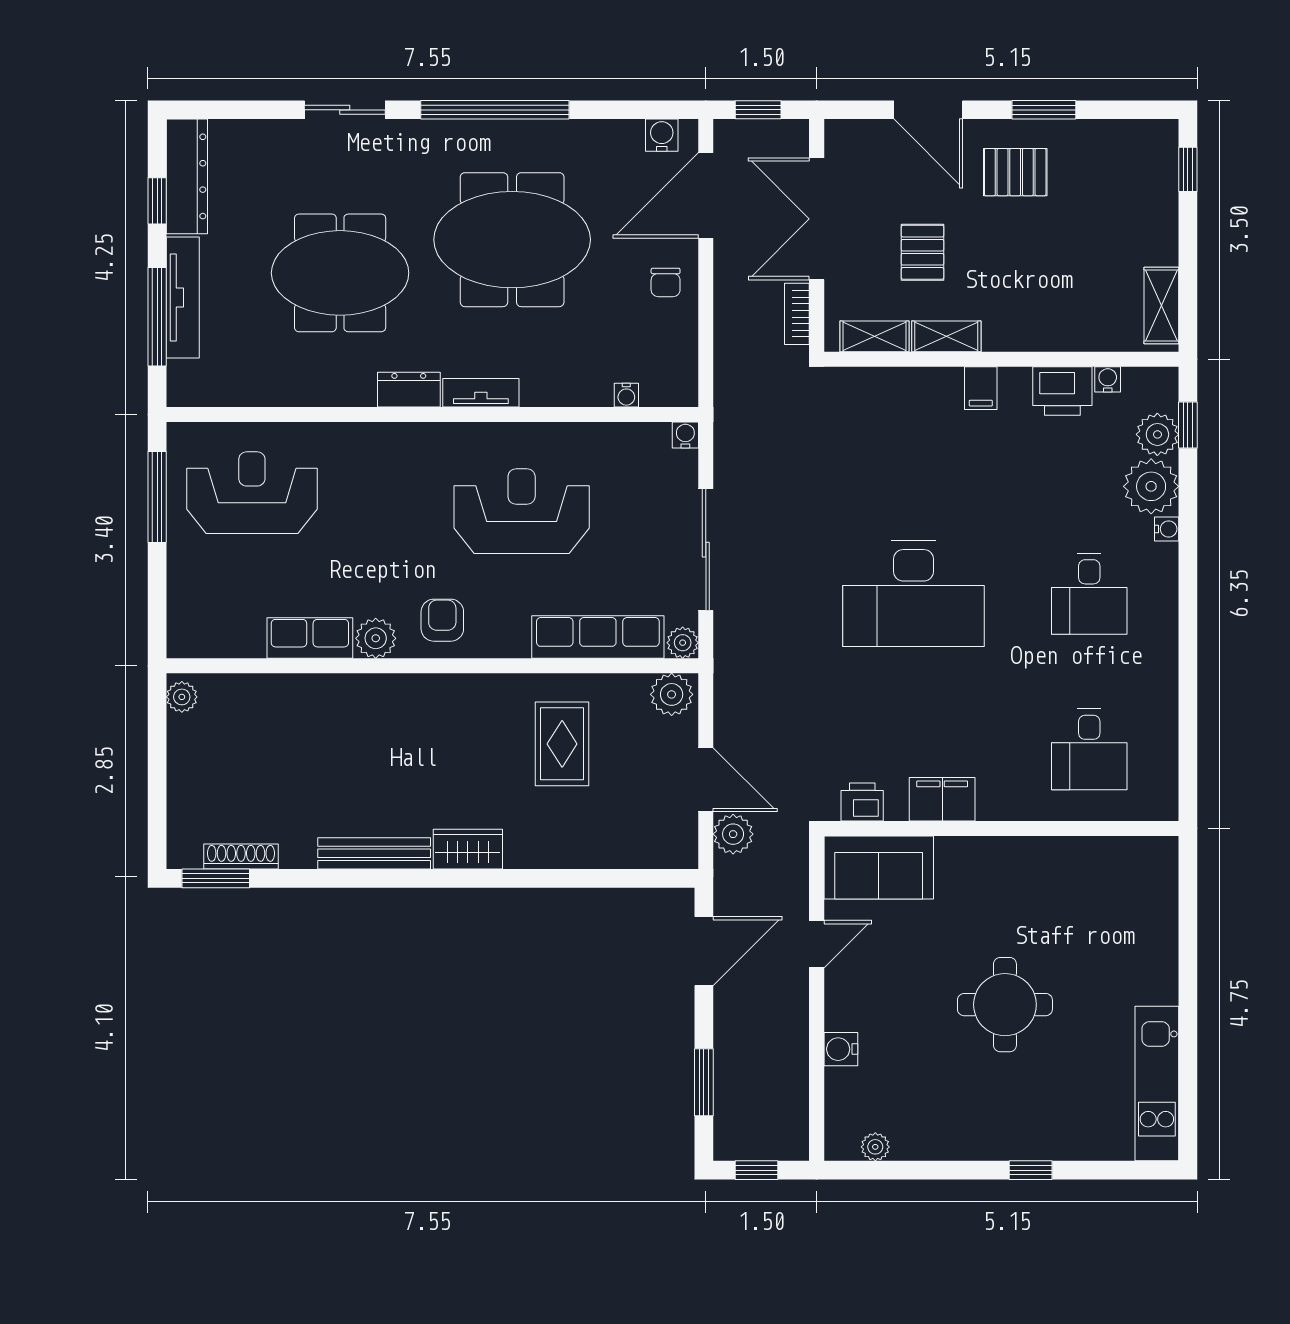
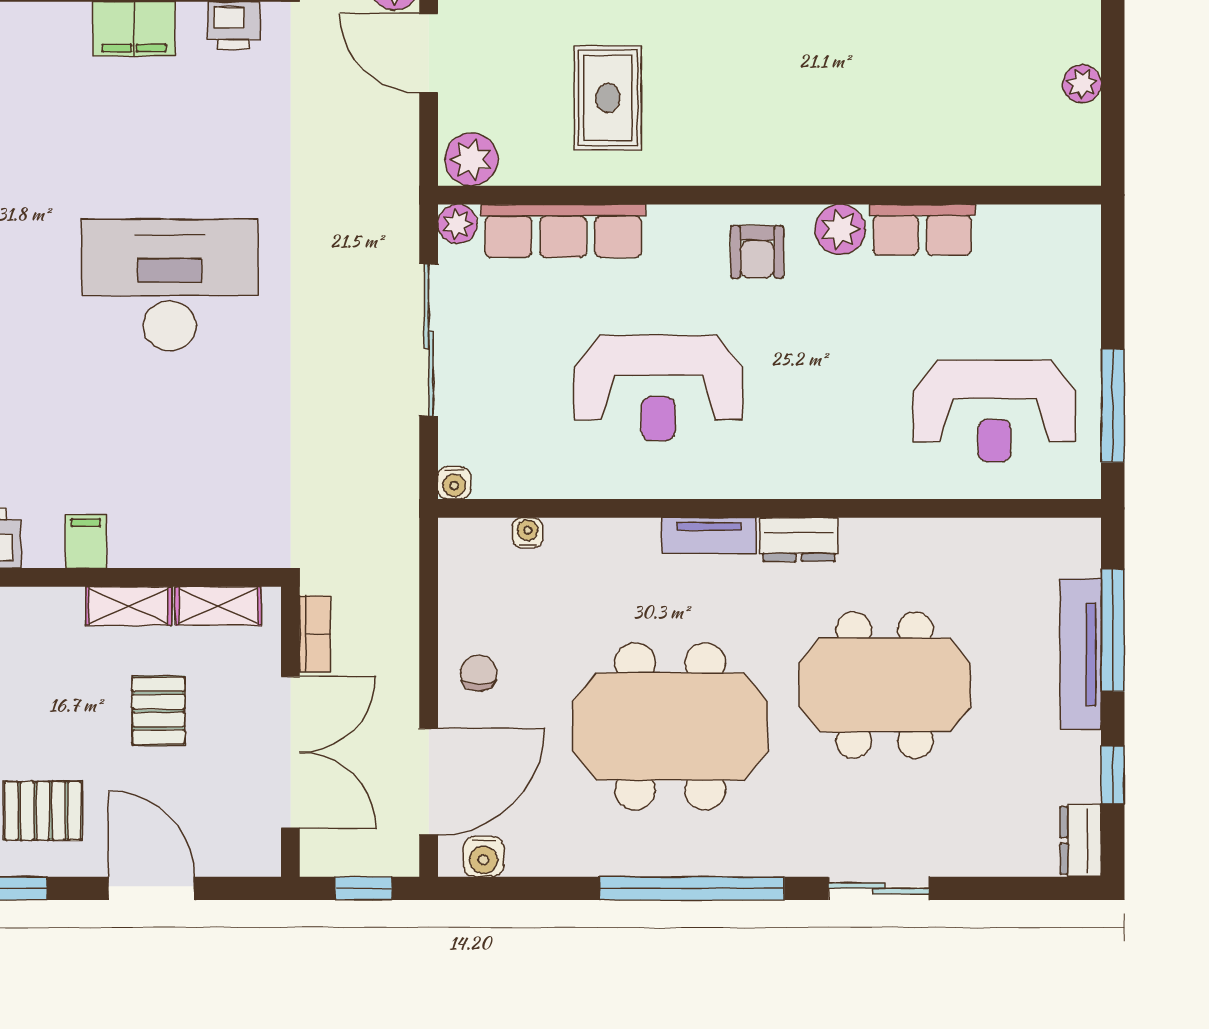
dresser: (187, 176) -> (1081, 840), width x0.51, depth x0.80
plant: (182, 697) -> (1082, 84), moved

